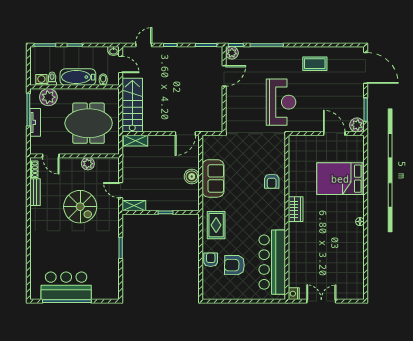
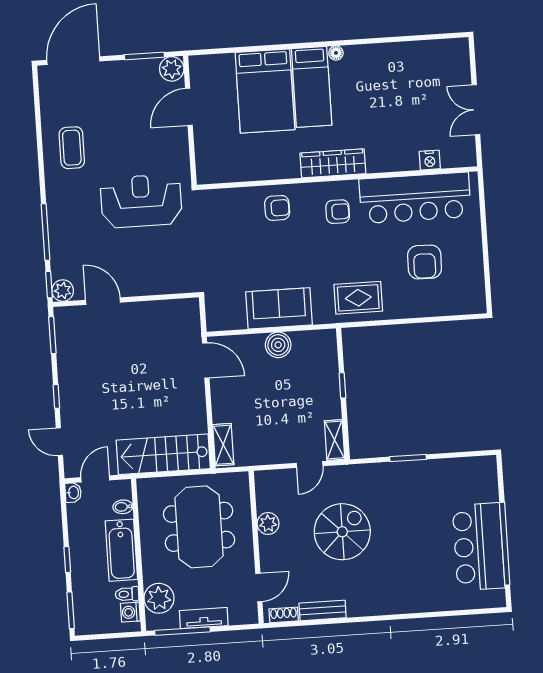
bed: (341, 206) -> (312, 87), added
wardrobe: (296, 209) -> (333, 163), width x1.50
armchair: (211, 260) -> (338, 212), moved, turned 180
nightstand: (294, 294) -> (430, 160), moved

